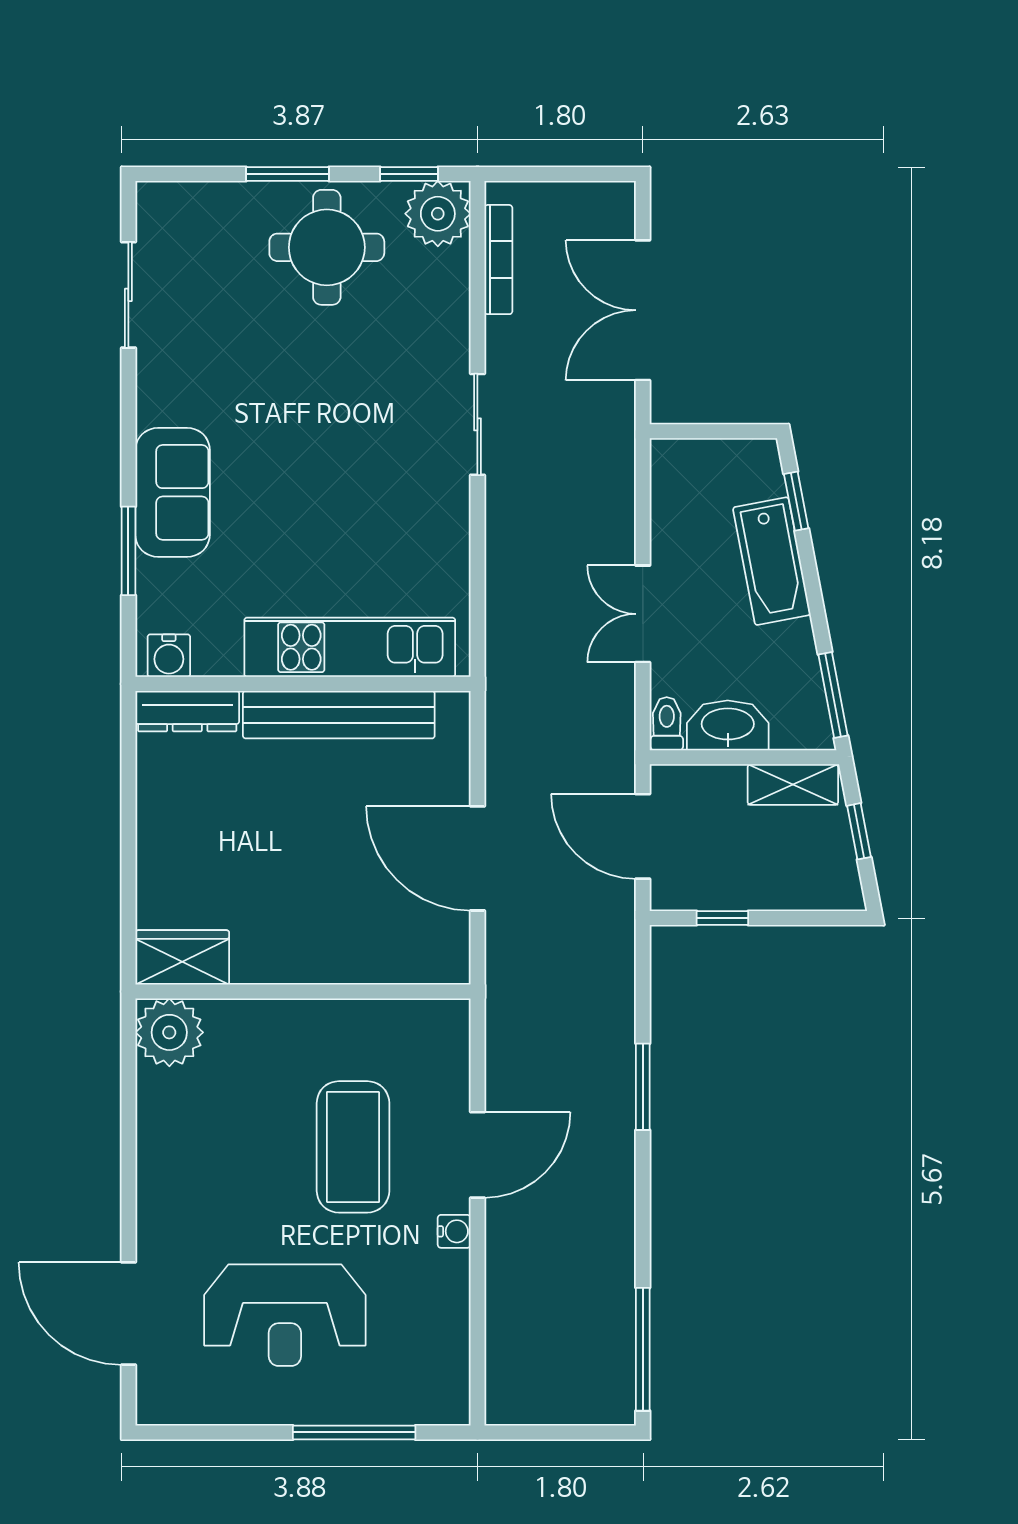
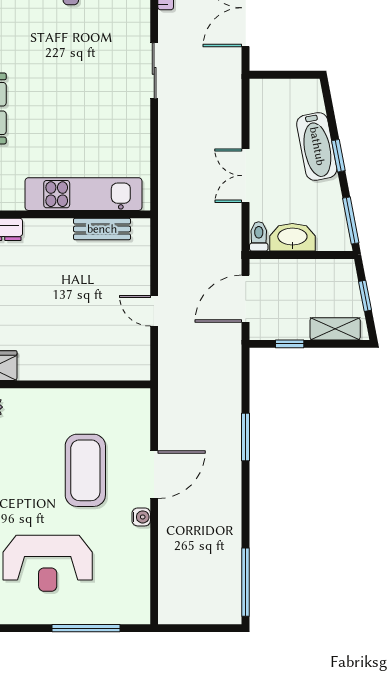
window: (796, 501) -> (338, 156), moved
bench: (339, 715) -> (102, 229), width x0.54, depth x0.82
shelving: (793, 785) -> (335, 329), moved
door: (643, 836) -> (246, 299), hinge flipped
door: (477, 858) -> (154, 311), width x0.53

